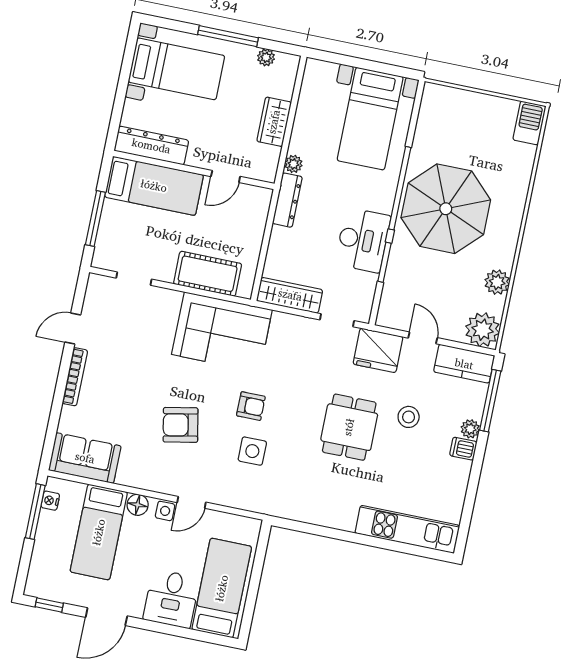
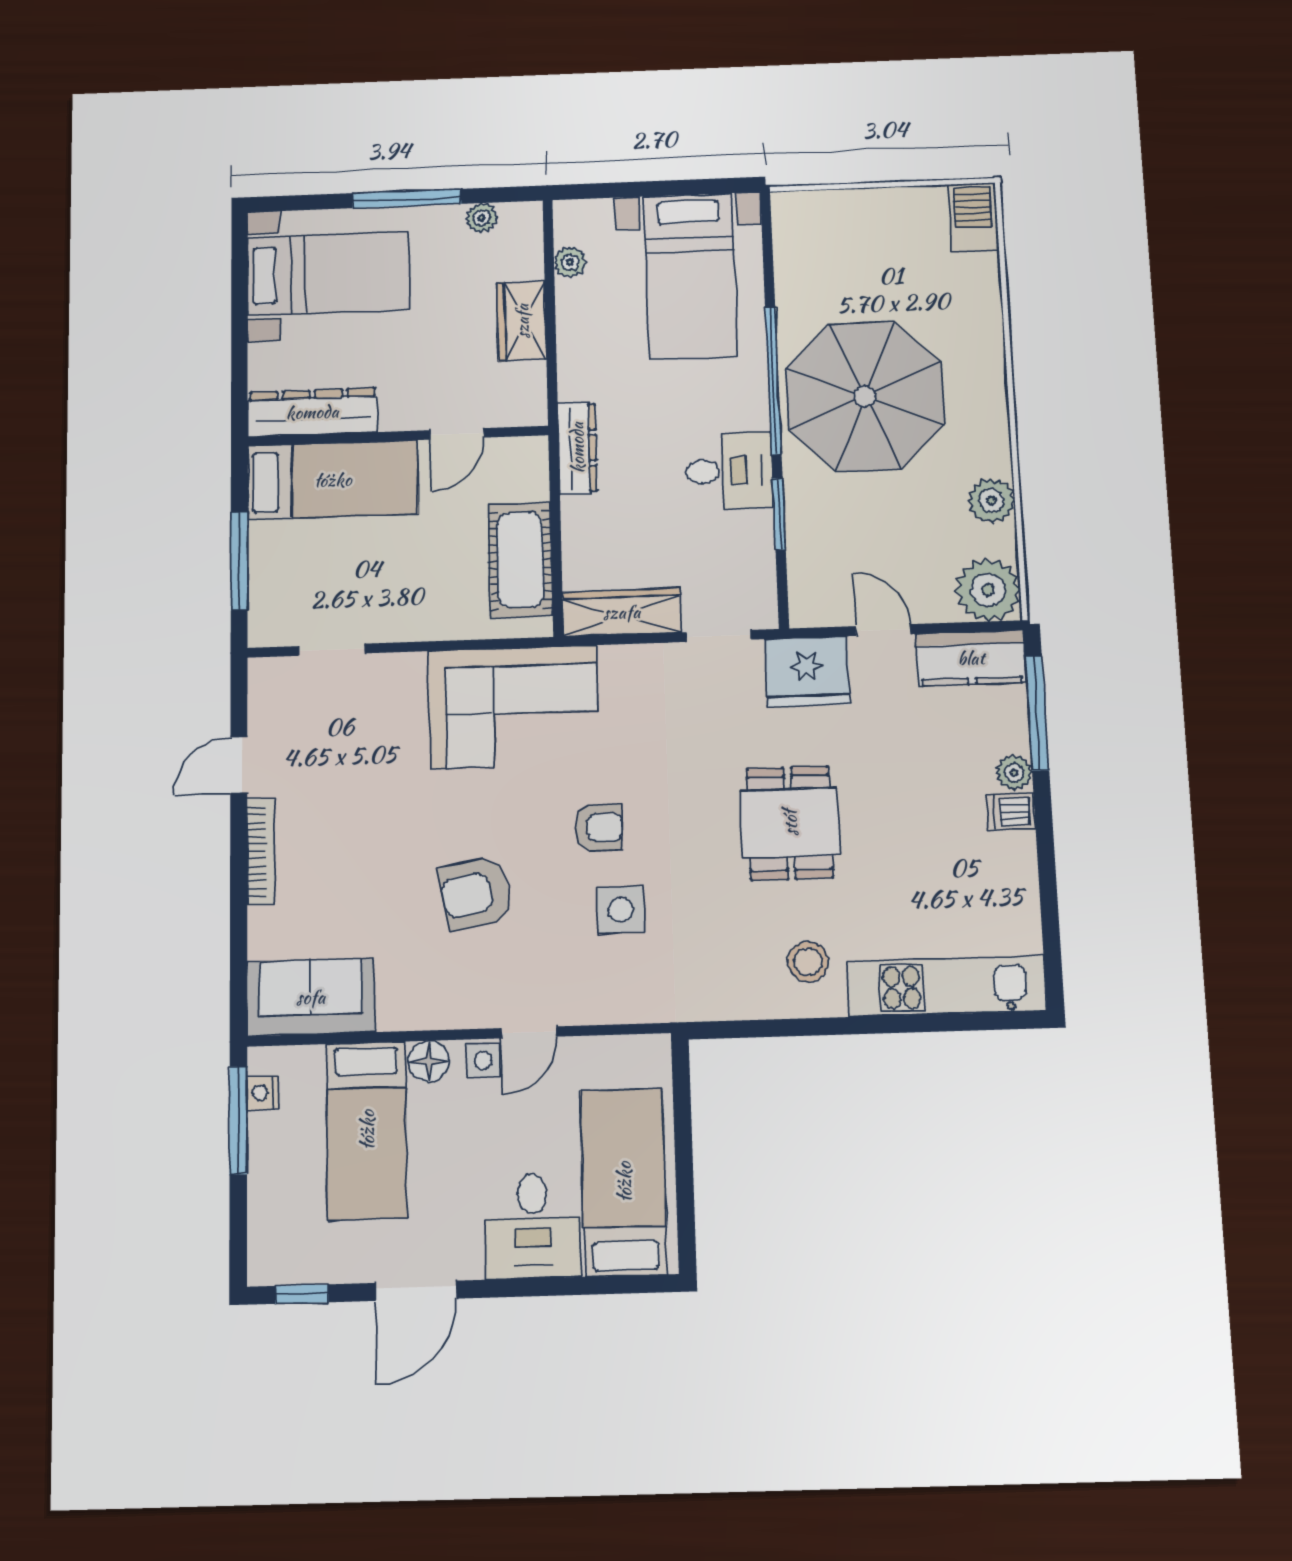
plant: (293, 164) -> (570, 262), moved
desk: (363, 240) -> (729, 471), width x0.73
cot: (208, 274) -> (520, 560), moved, turned 90
stool: (409, 417) -> (808, 962), moved

